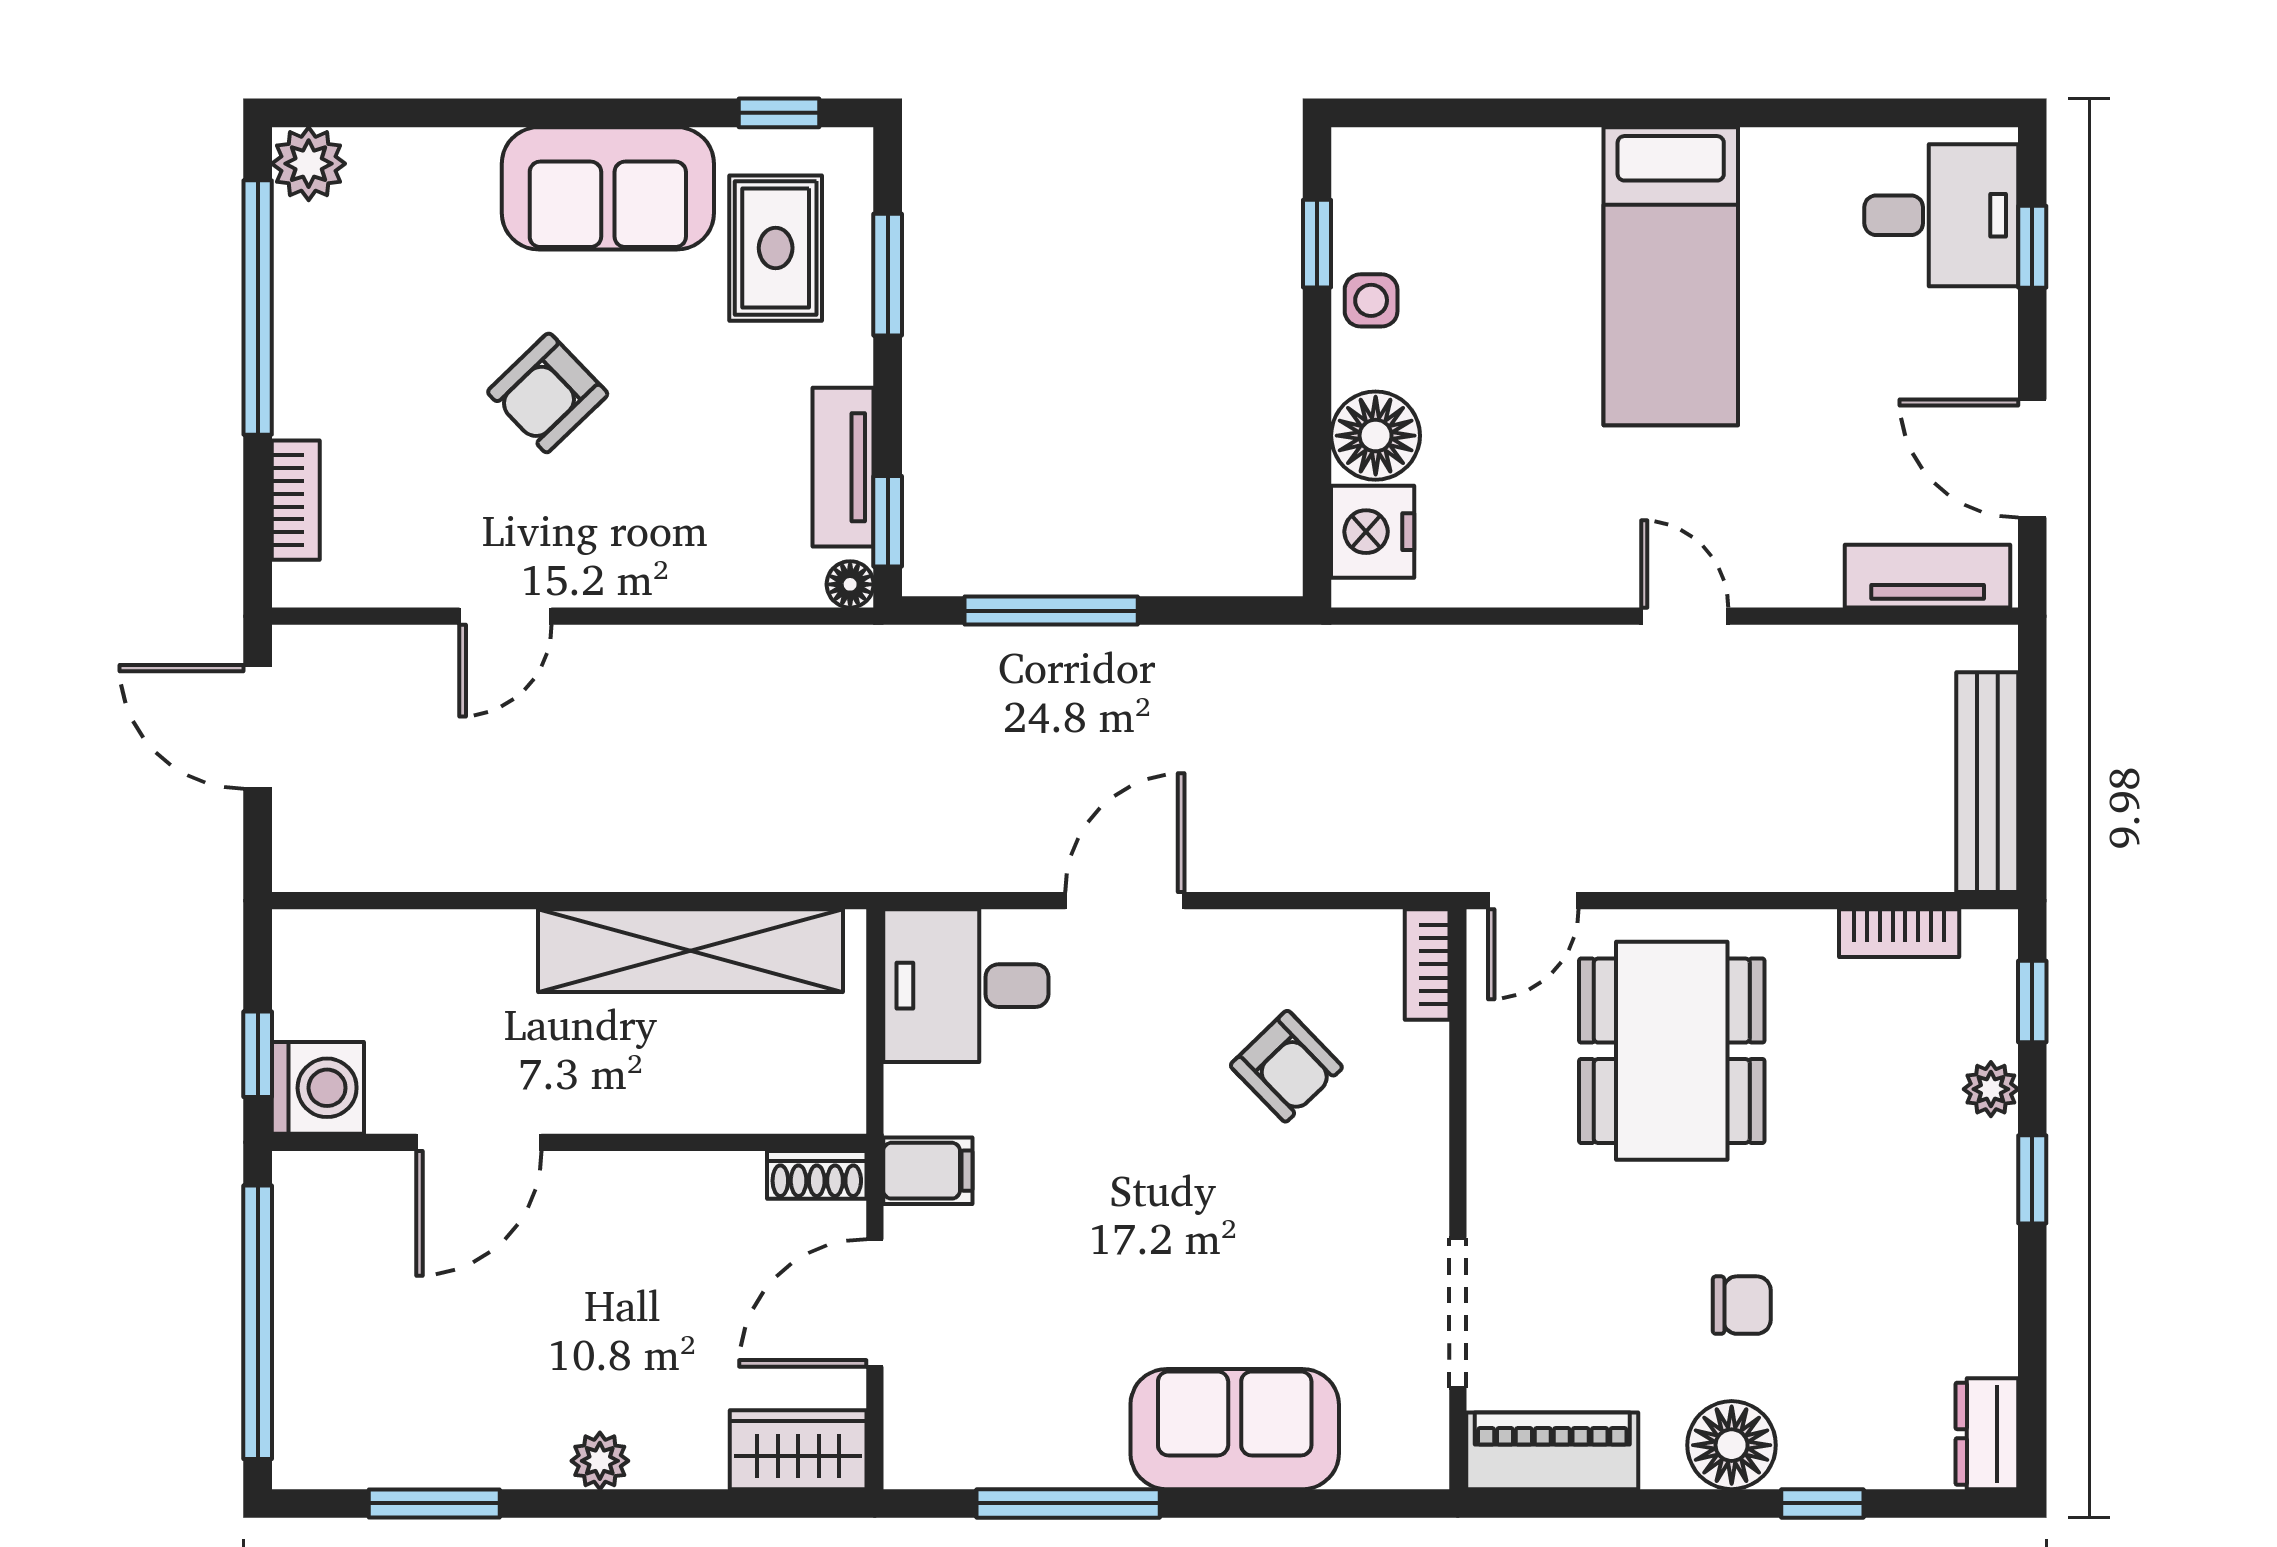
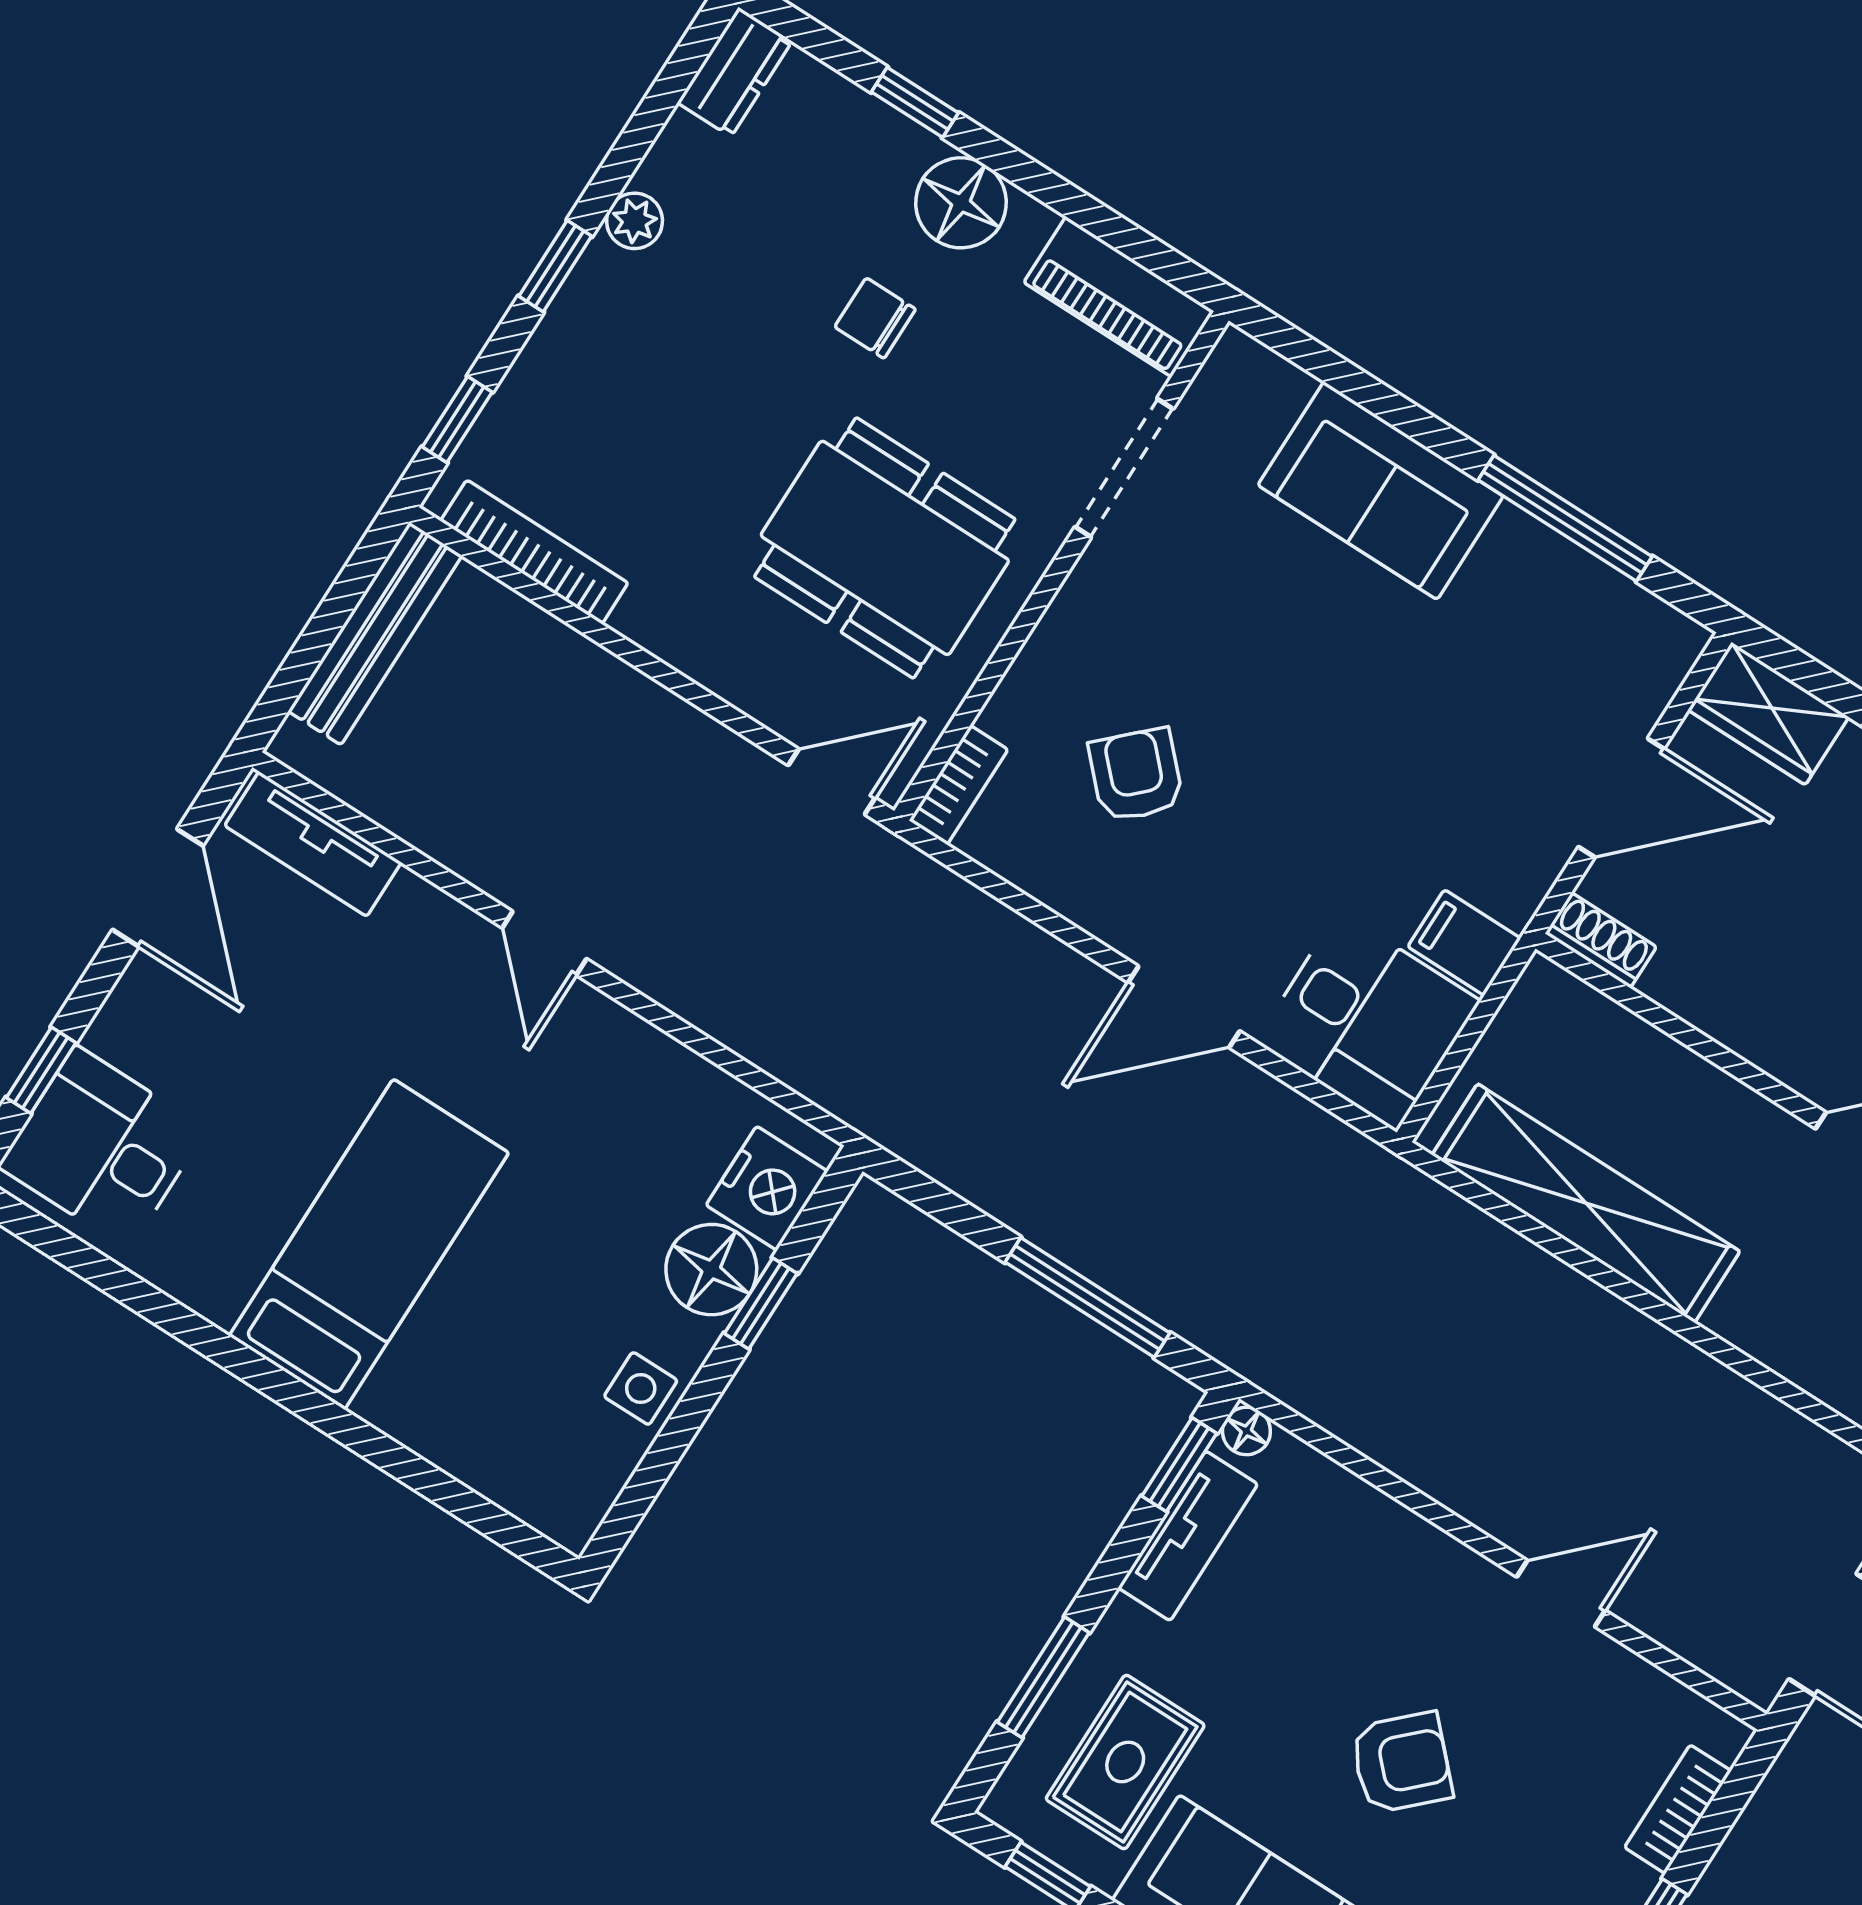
window: (1317, 244) -> (761, 1303), moved
bookcase: (1899, 933) -> (534, 552), width x1.56
dining table: (1672, 1051) -> (885, 548), moved, turned 90
plant: (1991, 1089) -> (635, 221), moved
filing cabinet: (928, 1171) -> (1464, 943), moved

